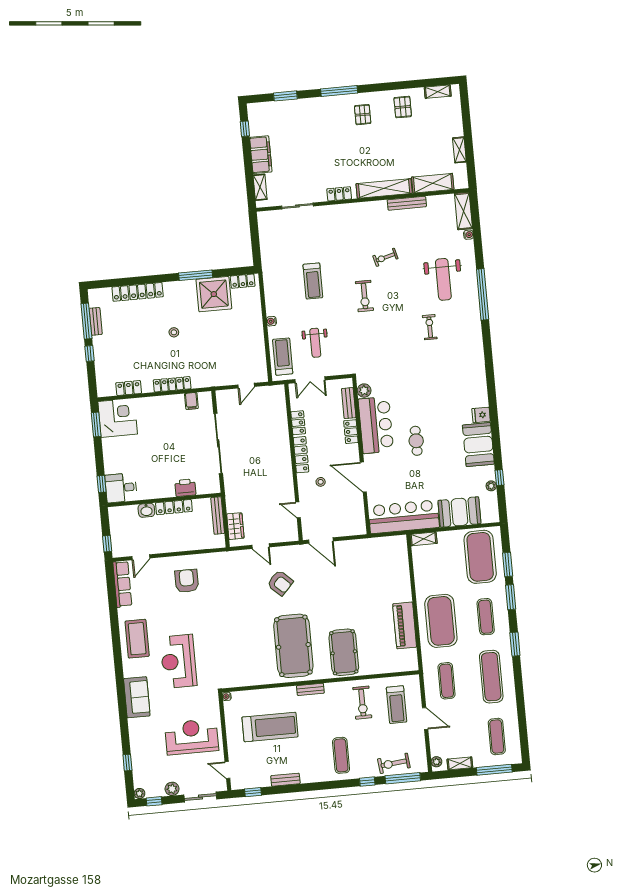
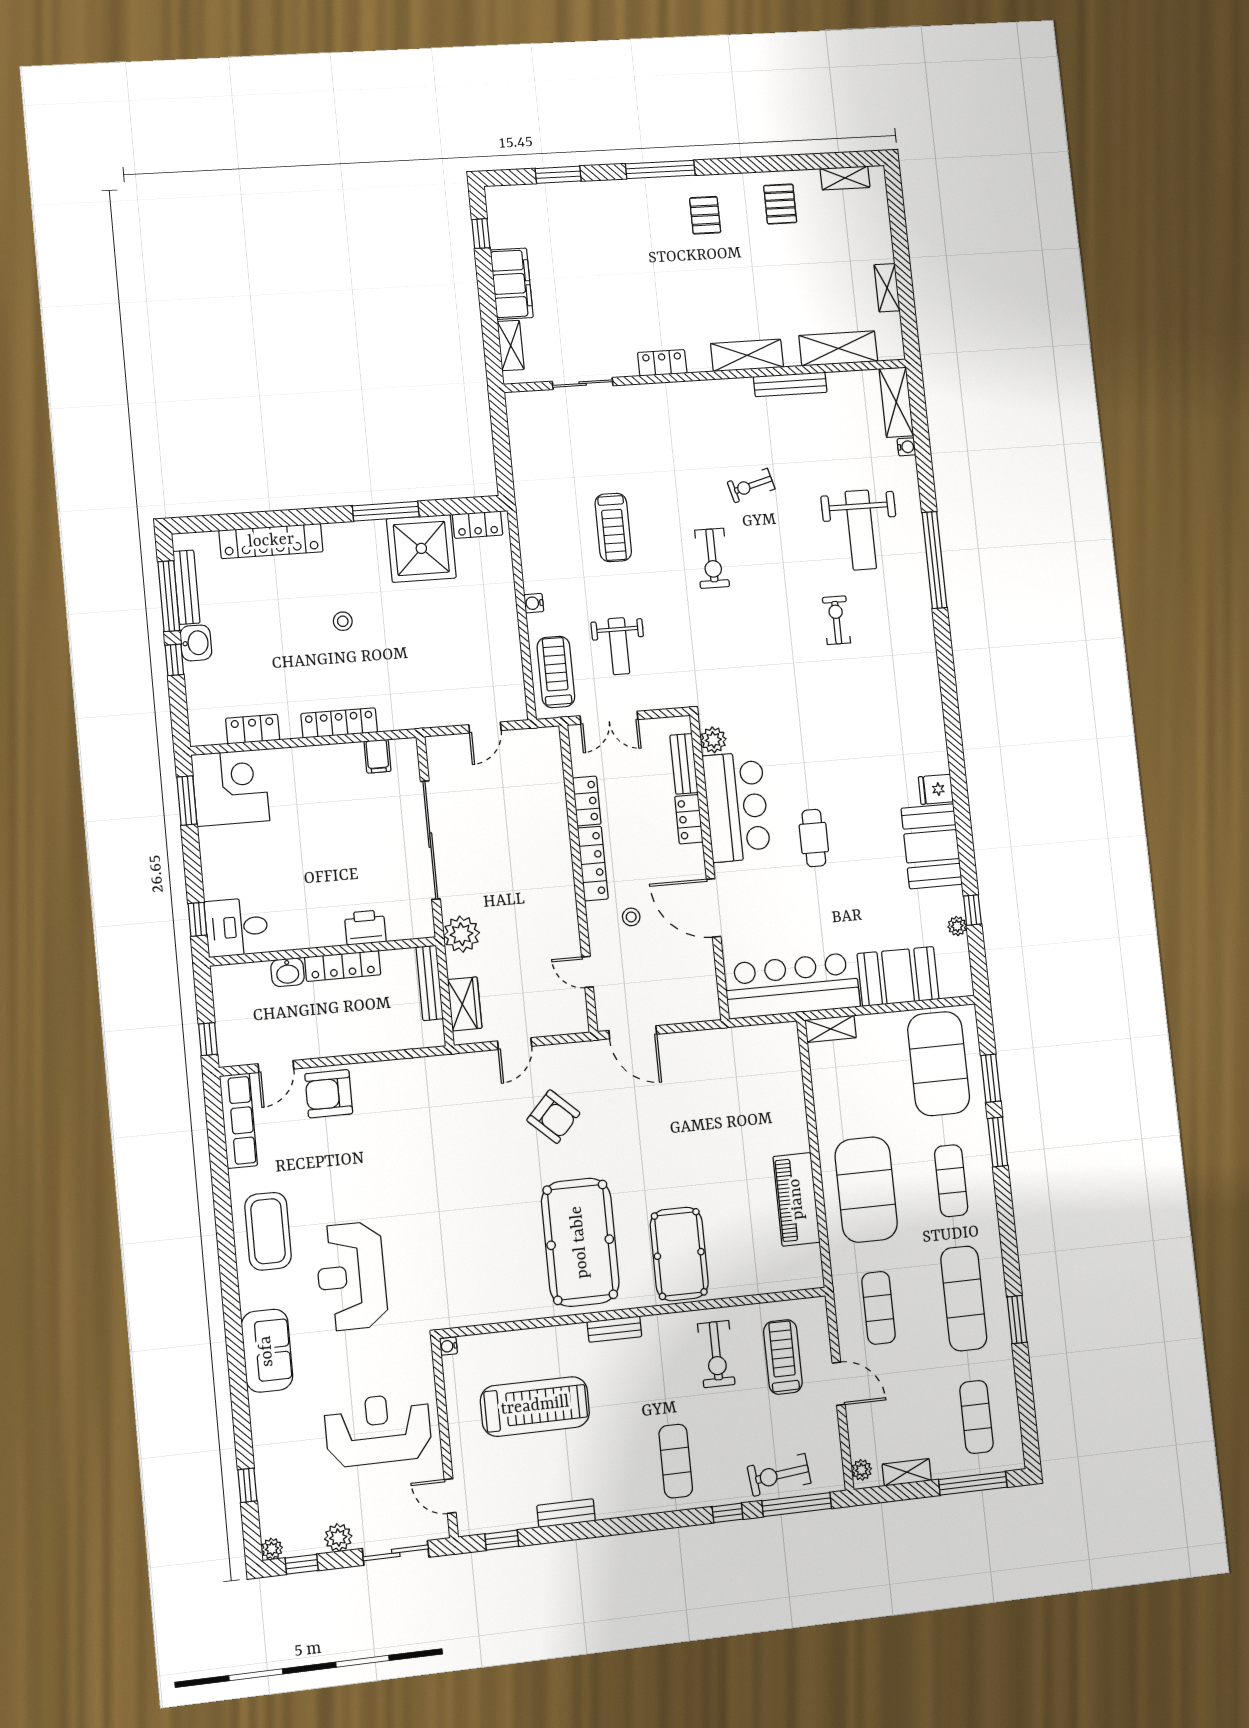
shelving: (384, 188) -> (747, 355), width x0.68
bench: (96, 321) -> (186, 587), width x1.36
washbasin: (100, 345) -> (196, 643), added
plant: (234, 491) -> (461, 934), added
door: (261, 546) -> (515, 1044), hinge flipped
armchair: (187, 581) -> (329, 1094), moved, turned -90
window: (515, 644) -> (1017, 1320), moved
treadmill: (397, 705) -> (783, 1357), turned 180

